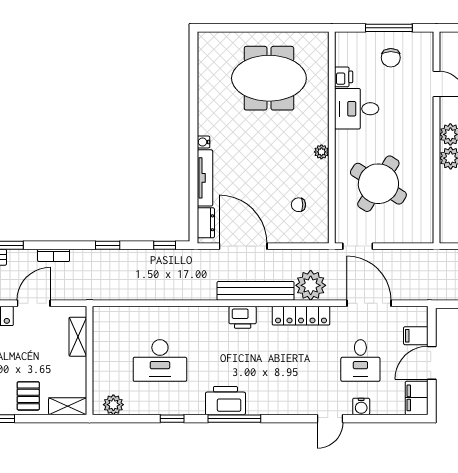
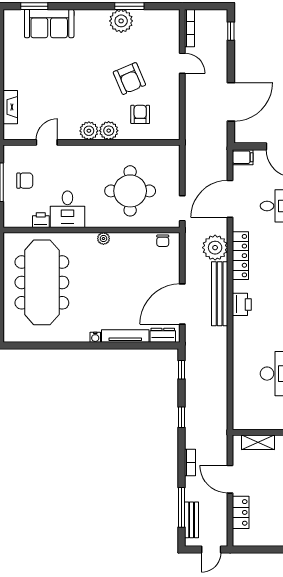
meeting table: (269, 78) -> (42, 282), width x1.36
round table: (378, 184) -> (130, 191), turned -32
chair: (298, 205) -> (163, 241), moved
filing cabinet: (416, 336) -> (243, 157), moved, turned -90

